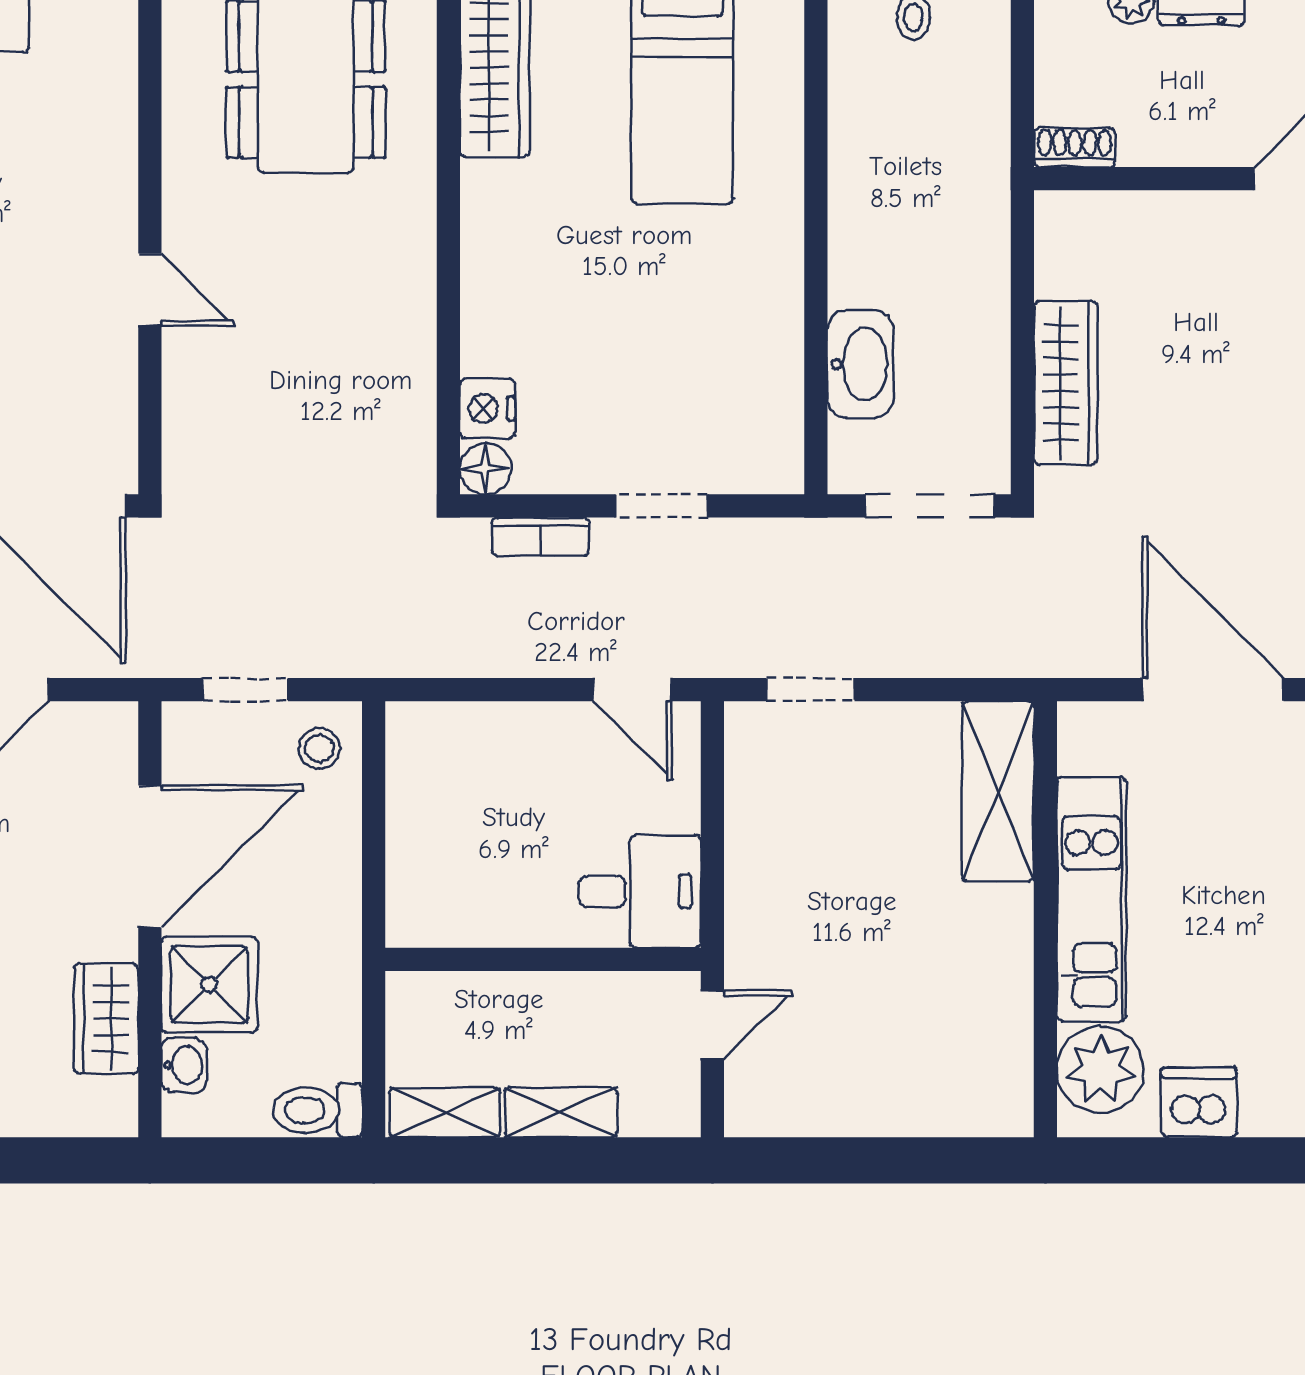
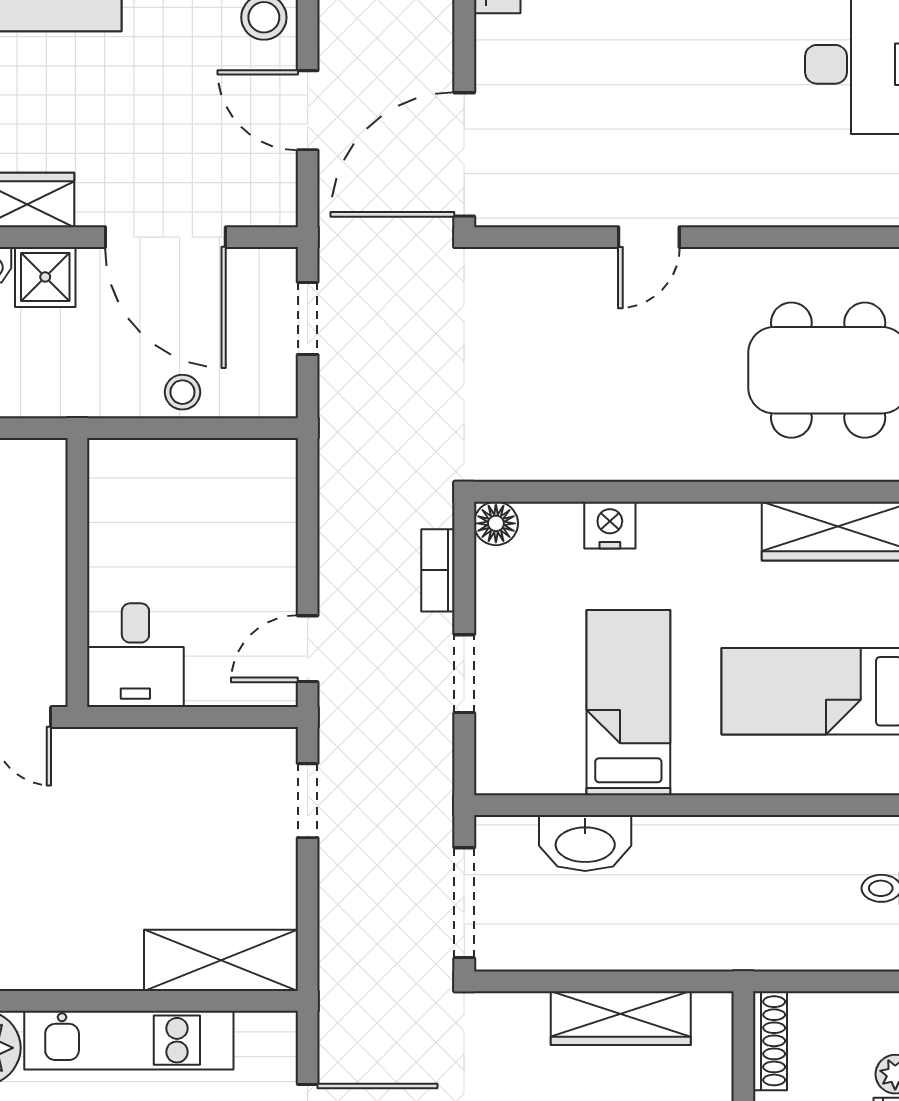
shoe rack: (1075, 147) -> (770, 1041), width x1.43
bed: (696, 314) -> (628, 703), added
wardrobe: (1066, 383) -> (621, 1018), moved
nightstand: (487, 409) -> (610, 525), moved
stool: (319, 748) -> (182, 392), moved
shower: (209, 984) -> (45, 277), width x0.73, depth x0.73

